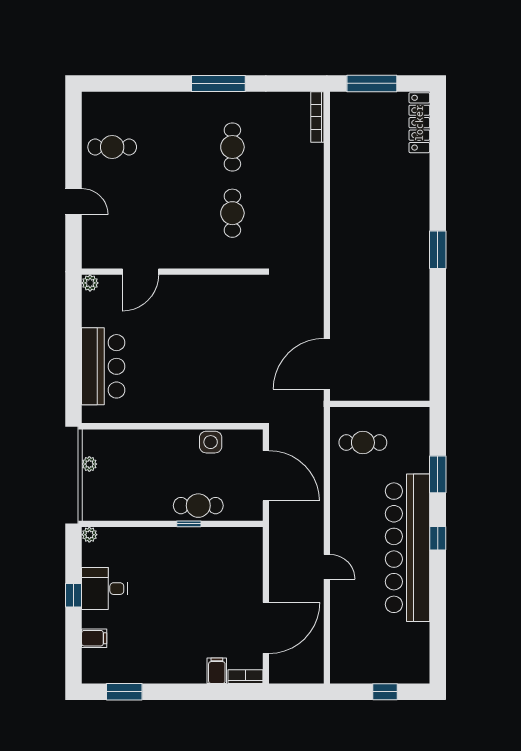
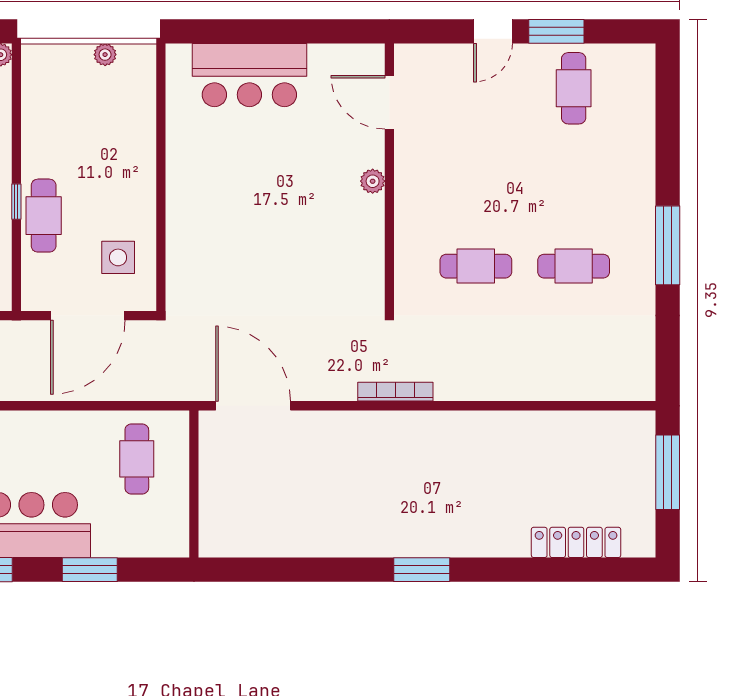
bookcase: (317, 117) -> (395, 392), moved
locker: (419, 123) -> (576, 542), moved
window: (74, 159) -> (556, 31), added
door: (140, 272) -> (389, 102), moved
plant: (90, 283) -> (373, 181), moved
side table: (211, 442) -> (118, 257), moved

